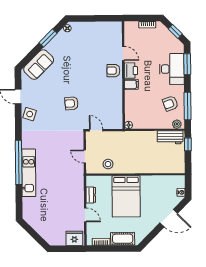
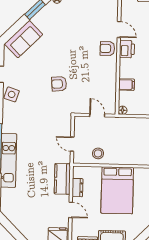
filing cabinet: (131, 84) -> (127, 85), moved
door: (96, 130) -> (97, 115), moved
kitchen counter: (77, 188) -> (62, 179), added

